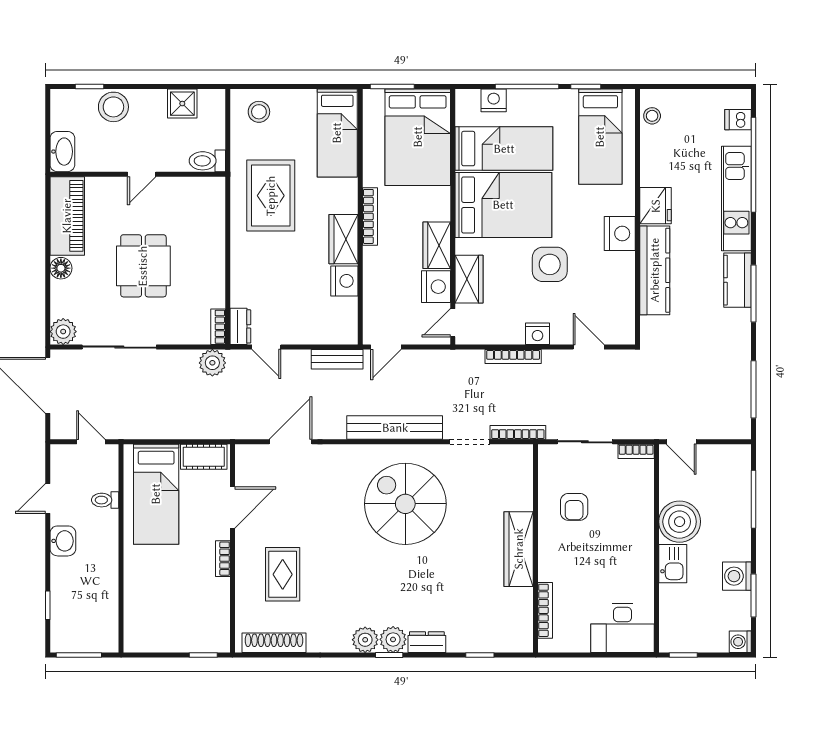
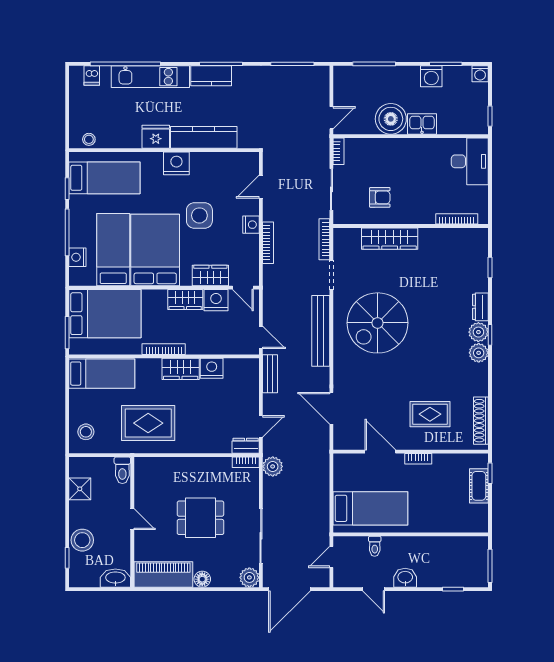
cot: (204, 457) -> (479, 486), moved
wardrobe: (519, 549) -> (390, 239), moved

